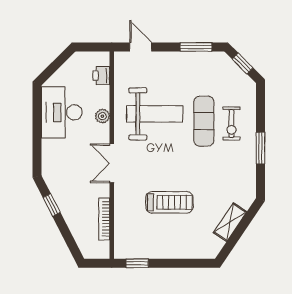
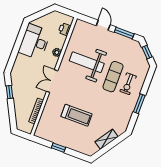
door: (141, 47) -> (103, 25), moved
weight bench: (155, 114) -> (87, 62), turned 180
window: (137, 263) -> (58, 148), moved

